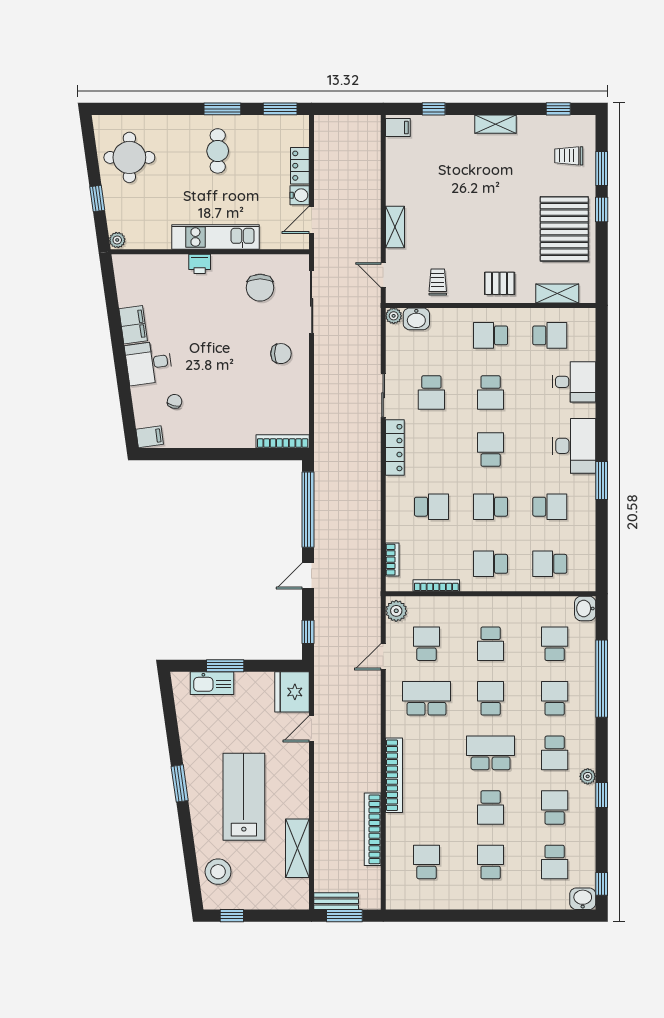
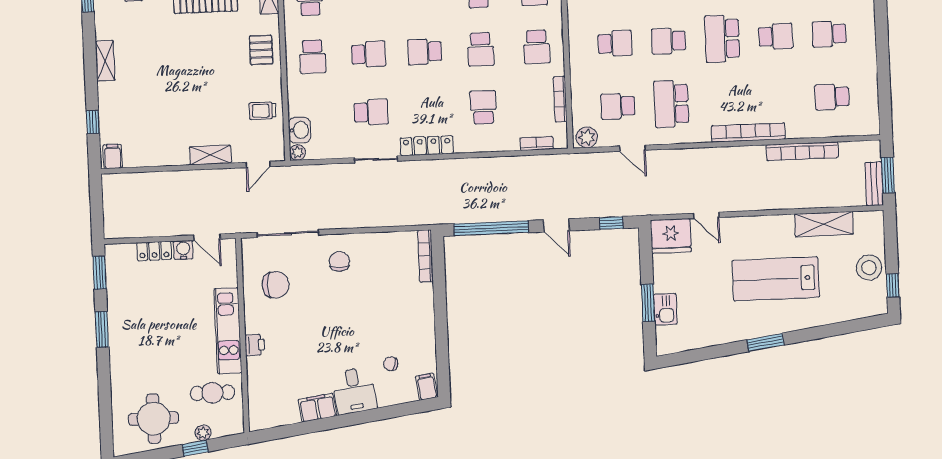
cafe table: (218, 151) -> (212, 393), moved
plant: (117, 240) -> (203, 433), moved
kitchen sink: (212, 683) -> (665, 309), width x0.73
stool: (218, 872) -> (869, 268), moved

